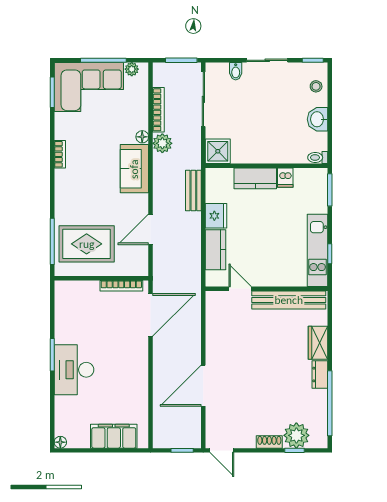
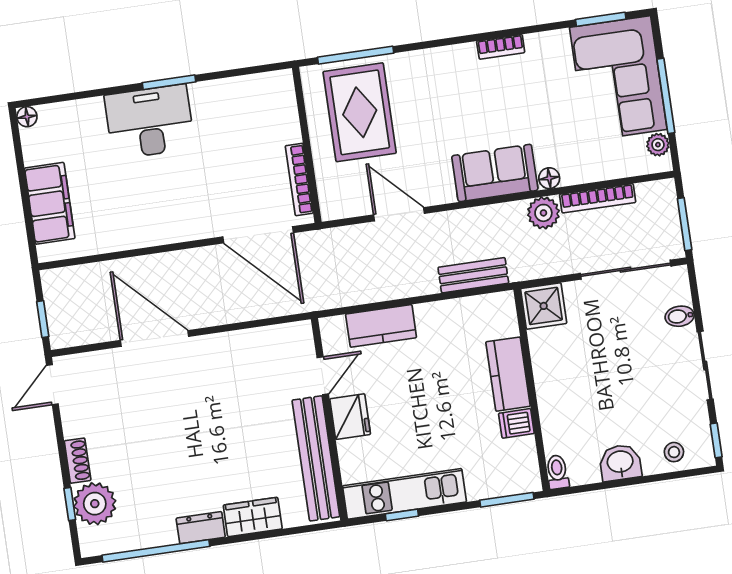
fridge: (216, 216) -> (350, 417), moved, turned -90

